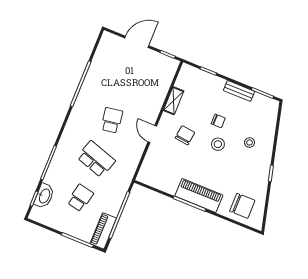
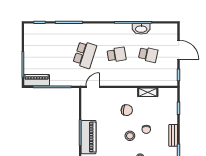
door: (152, 134) -> (93, 87), moved
washbasin: (44, 196) -> (141, 29), moved
school desk: (80, 198) -> (148, 55), moved

